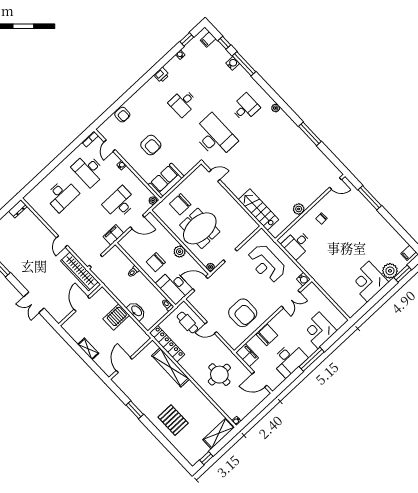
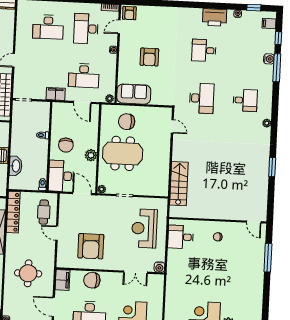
printer: (162, 75) -> (215, 17), width x1.87, depth x1.48
armchair: (122, 115) -> (129, 13), moved
window: (310, 134) -> (272, 167), width x0.69
desk: (215, 136) -> (202, 98), width x0.73, depth x0.77
desk: (120, 203) -> (84, 76), turned 180
plant: (299, 209) -> (208, 213), removed
chair: (156, 262) -> (66, 145), turned -90
chair: (267, 335) -> (92, 280), turned 180

